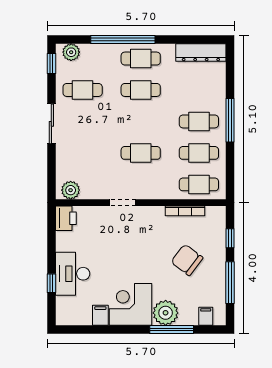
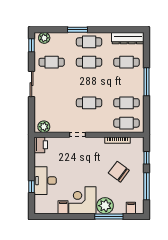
window: (123, 40) -> (78, 30), width x0.47
cafe table: (199, 121) -> (127, 62), moved

